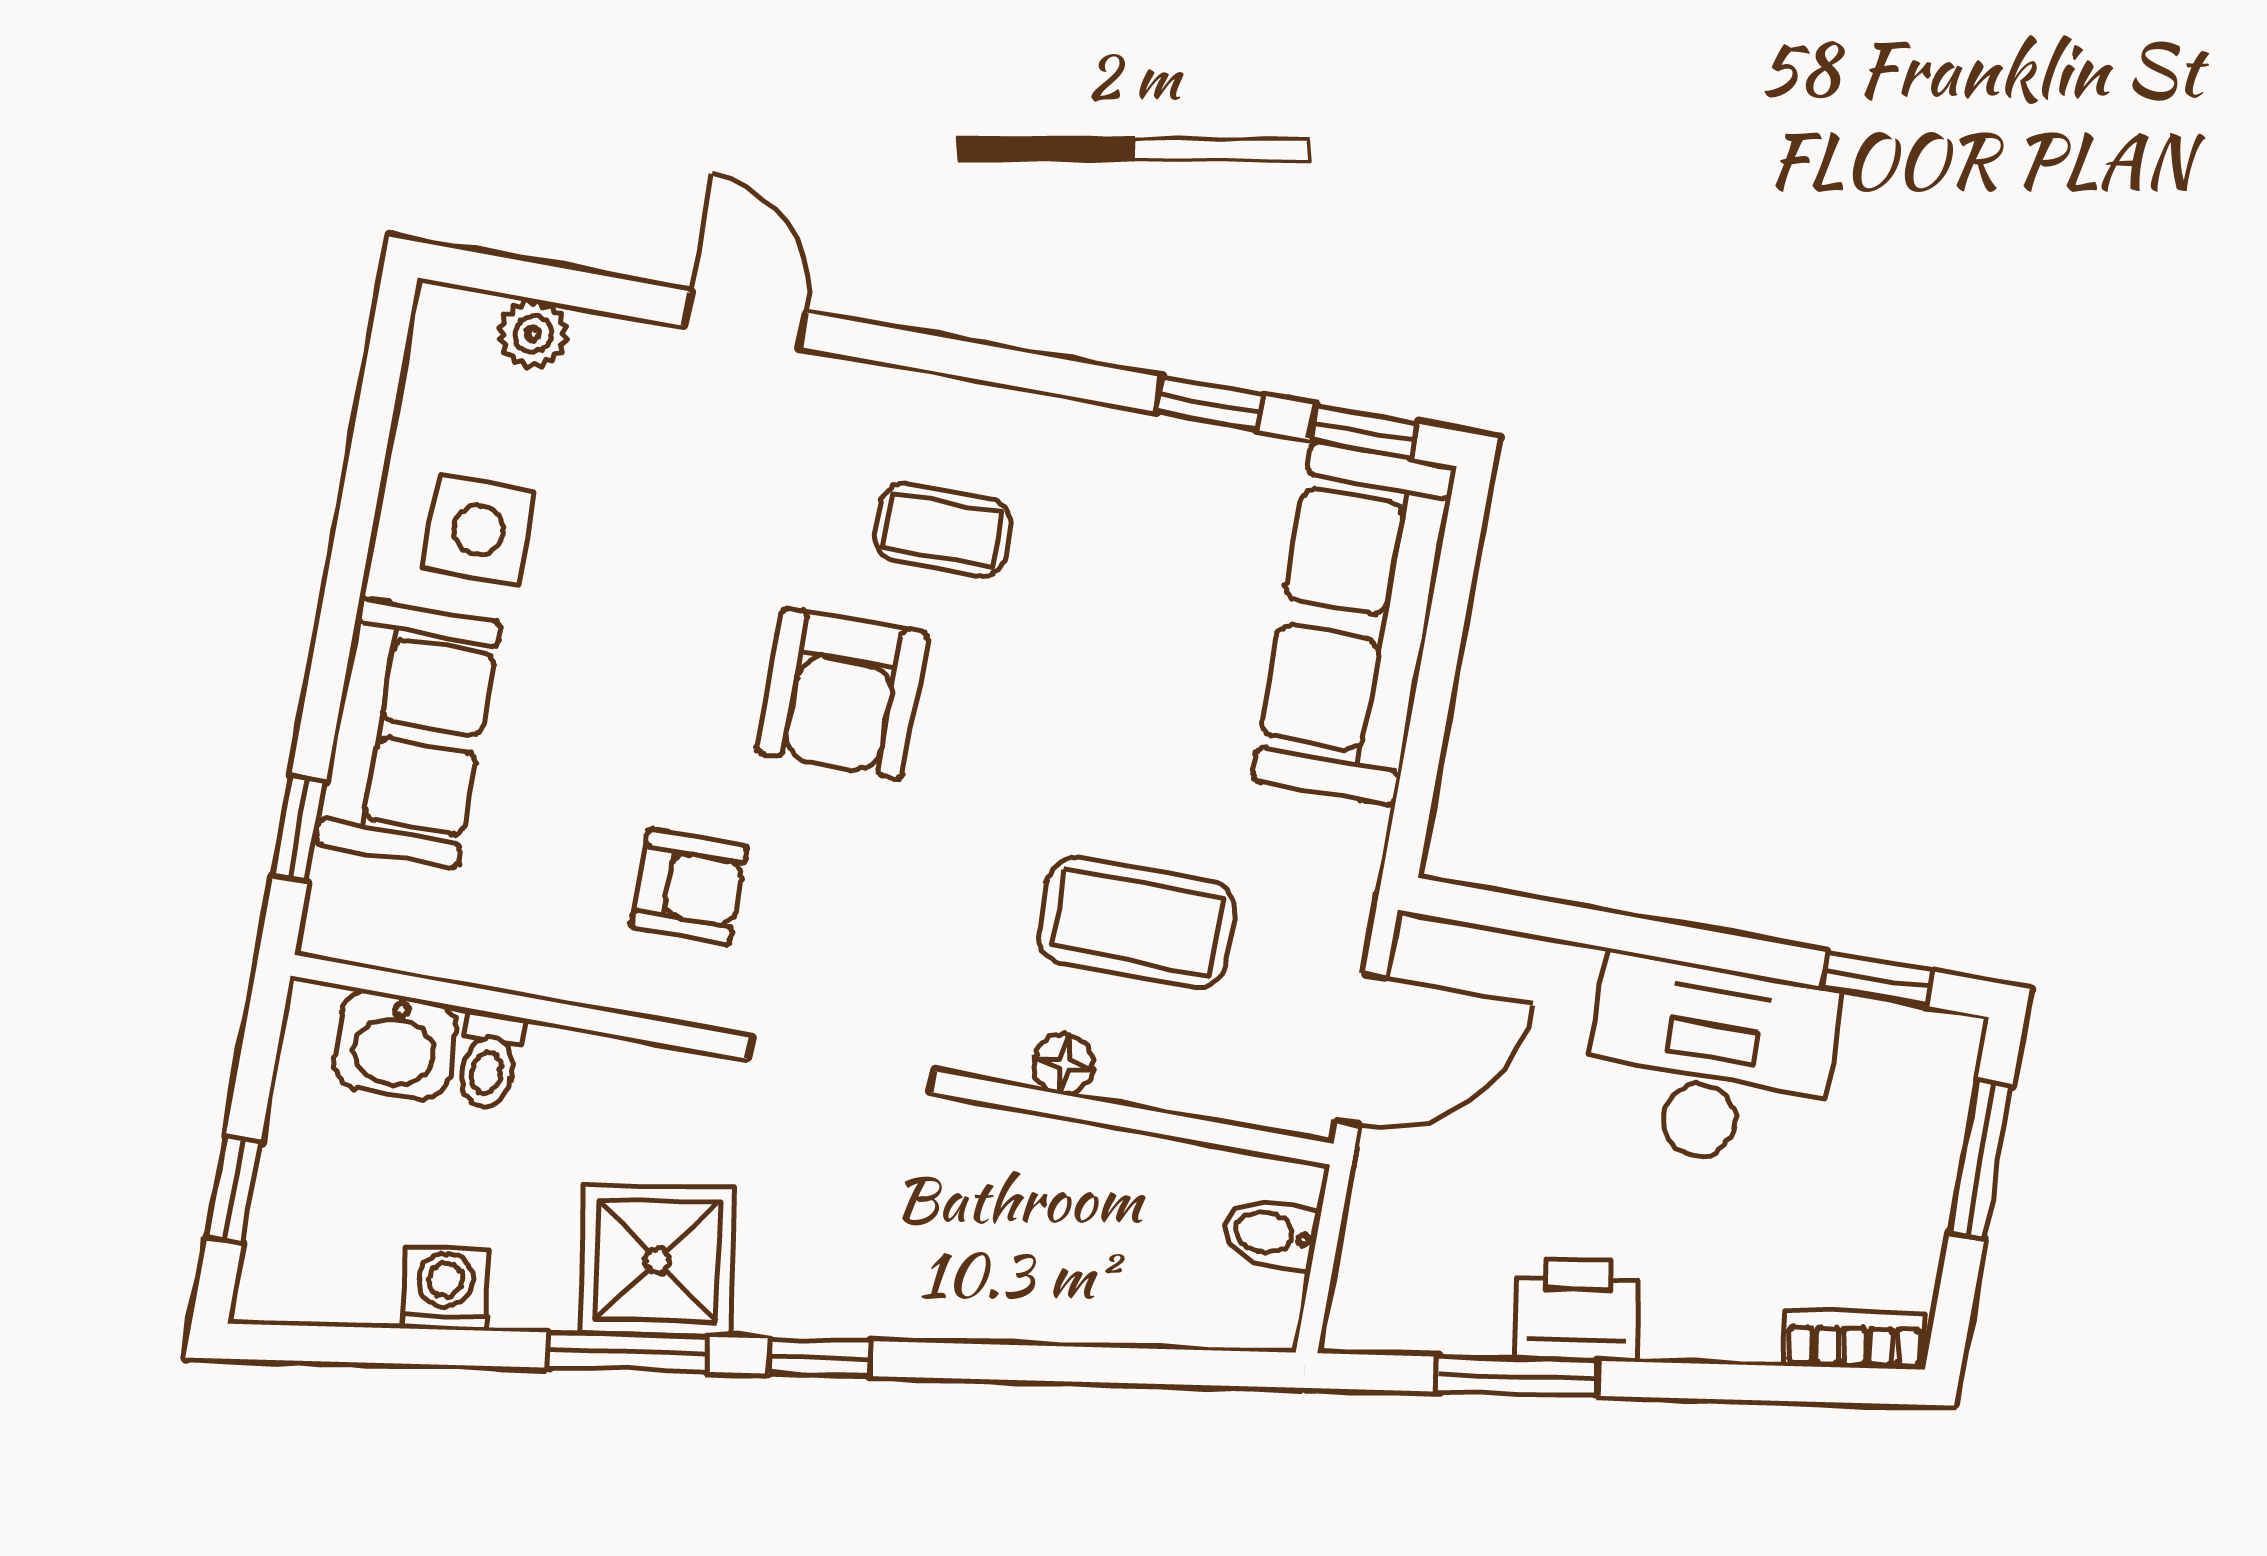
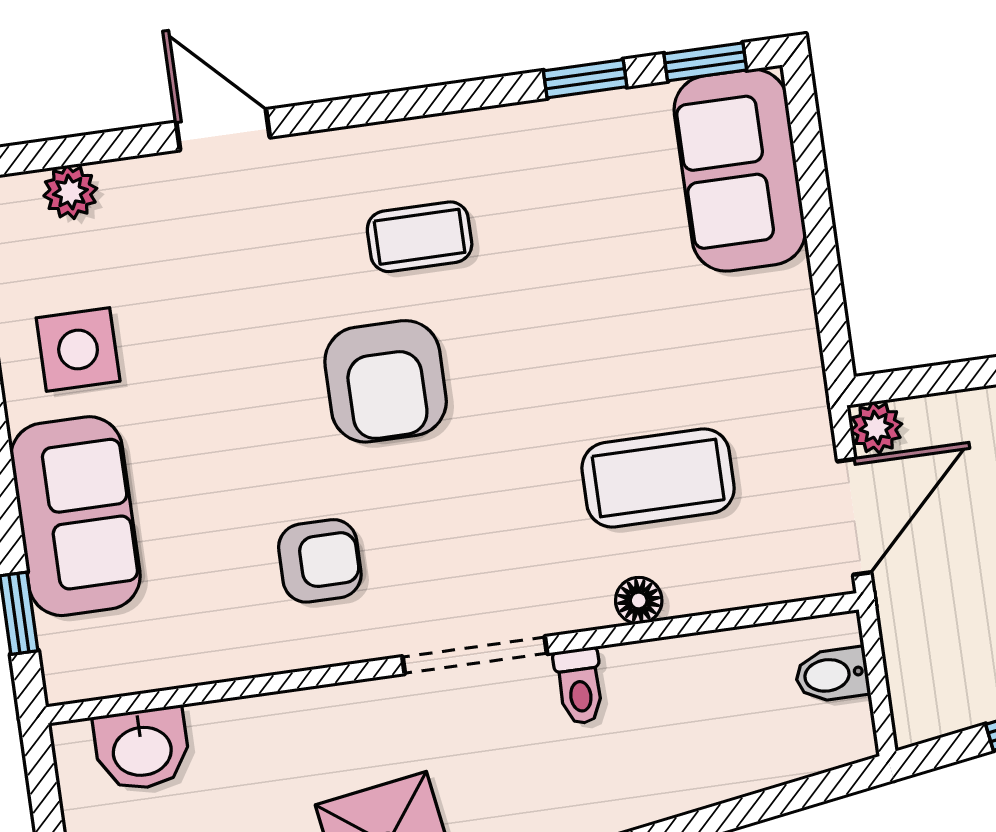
sofa: (1354, 623) -> (740, 170), width x0.73
plant: (1425, 949) -> (876, 428), added
toilet: (489, 1060) -> (579, 686), moved

